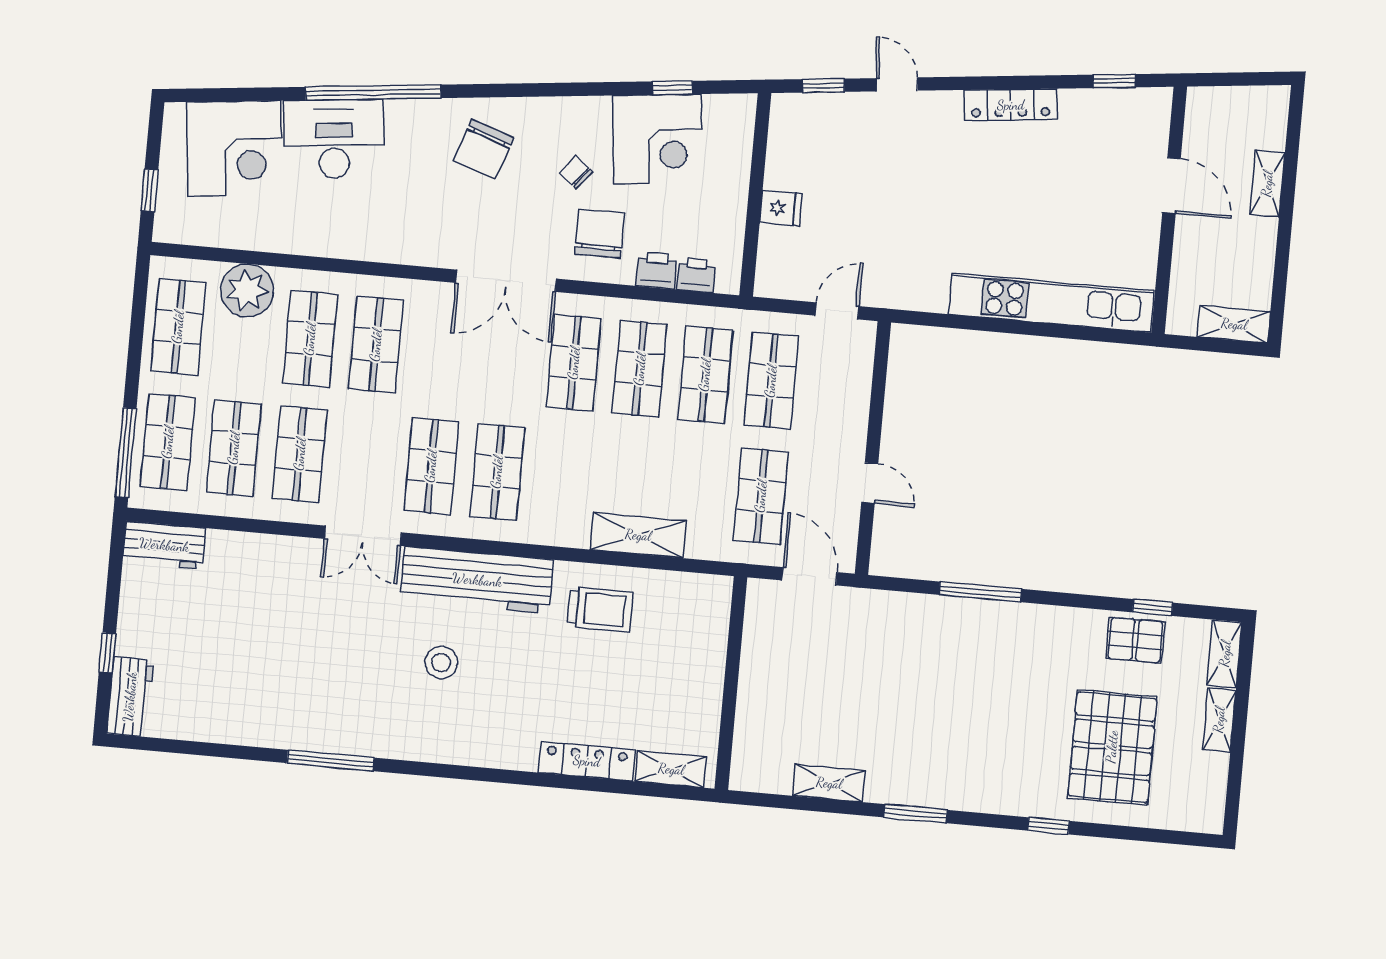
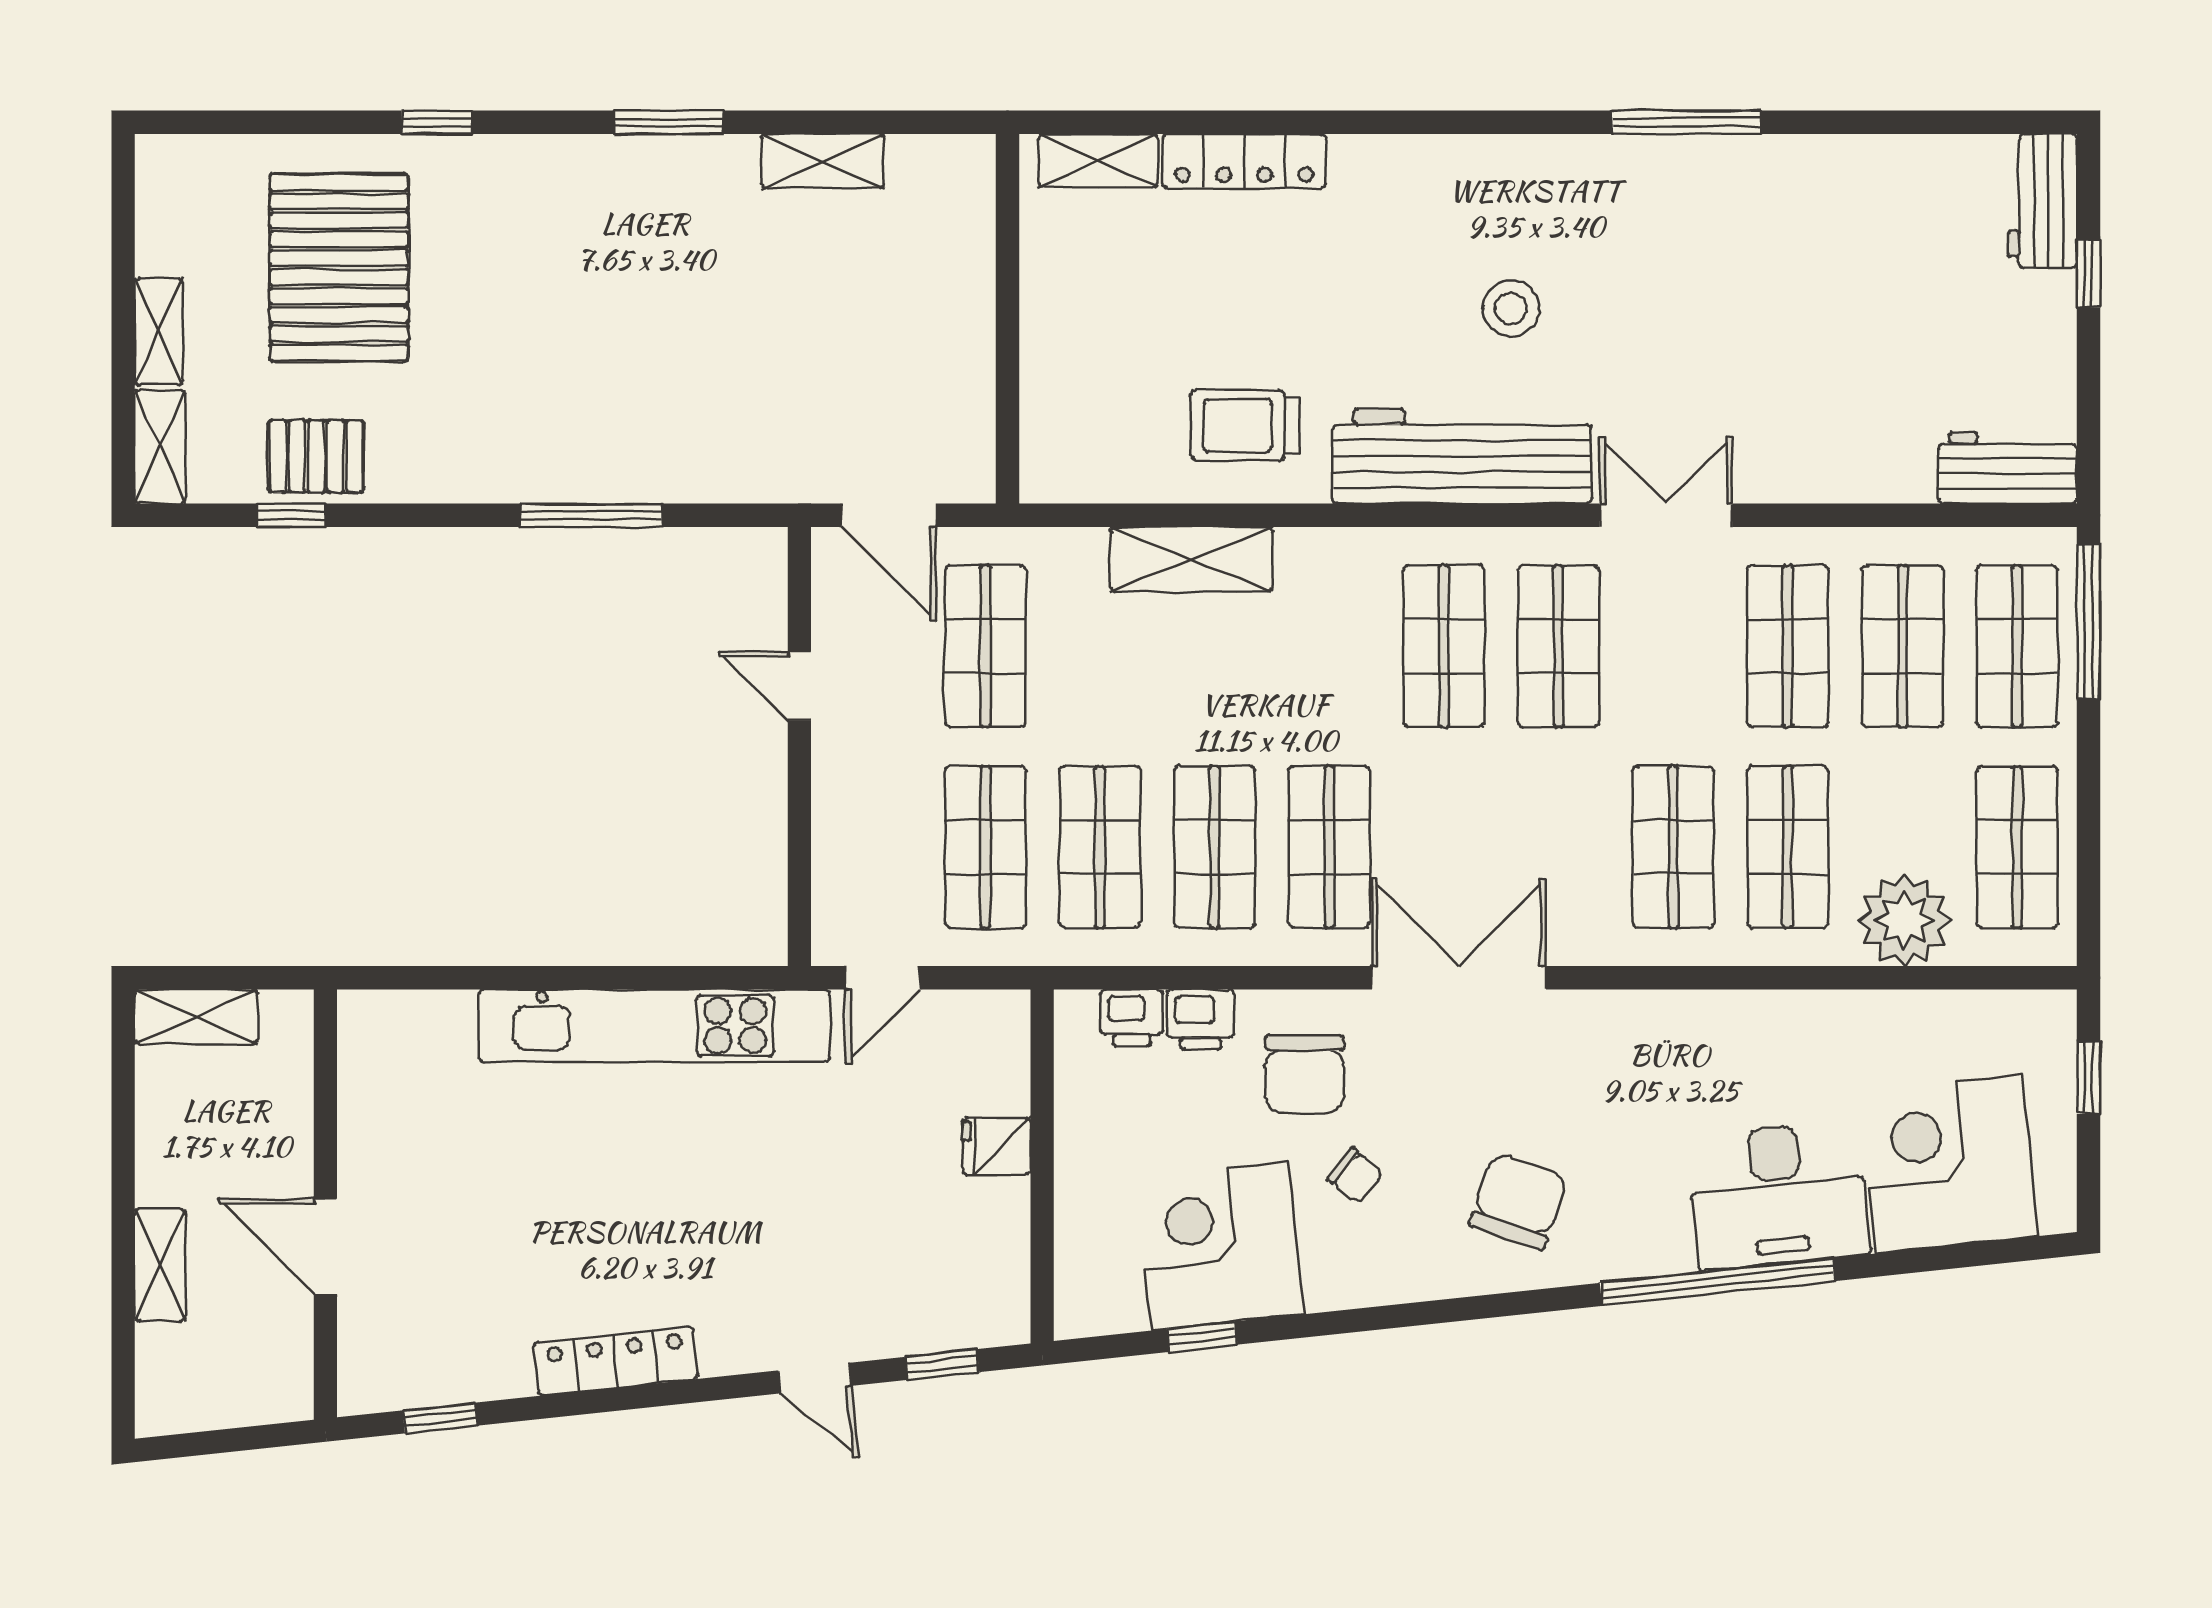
kitchen unit: (1051, 303) -> (654, 1026), moved

